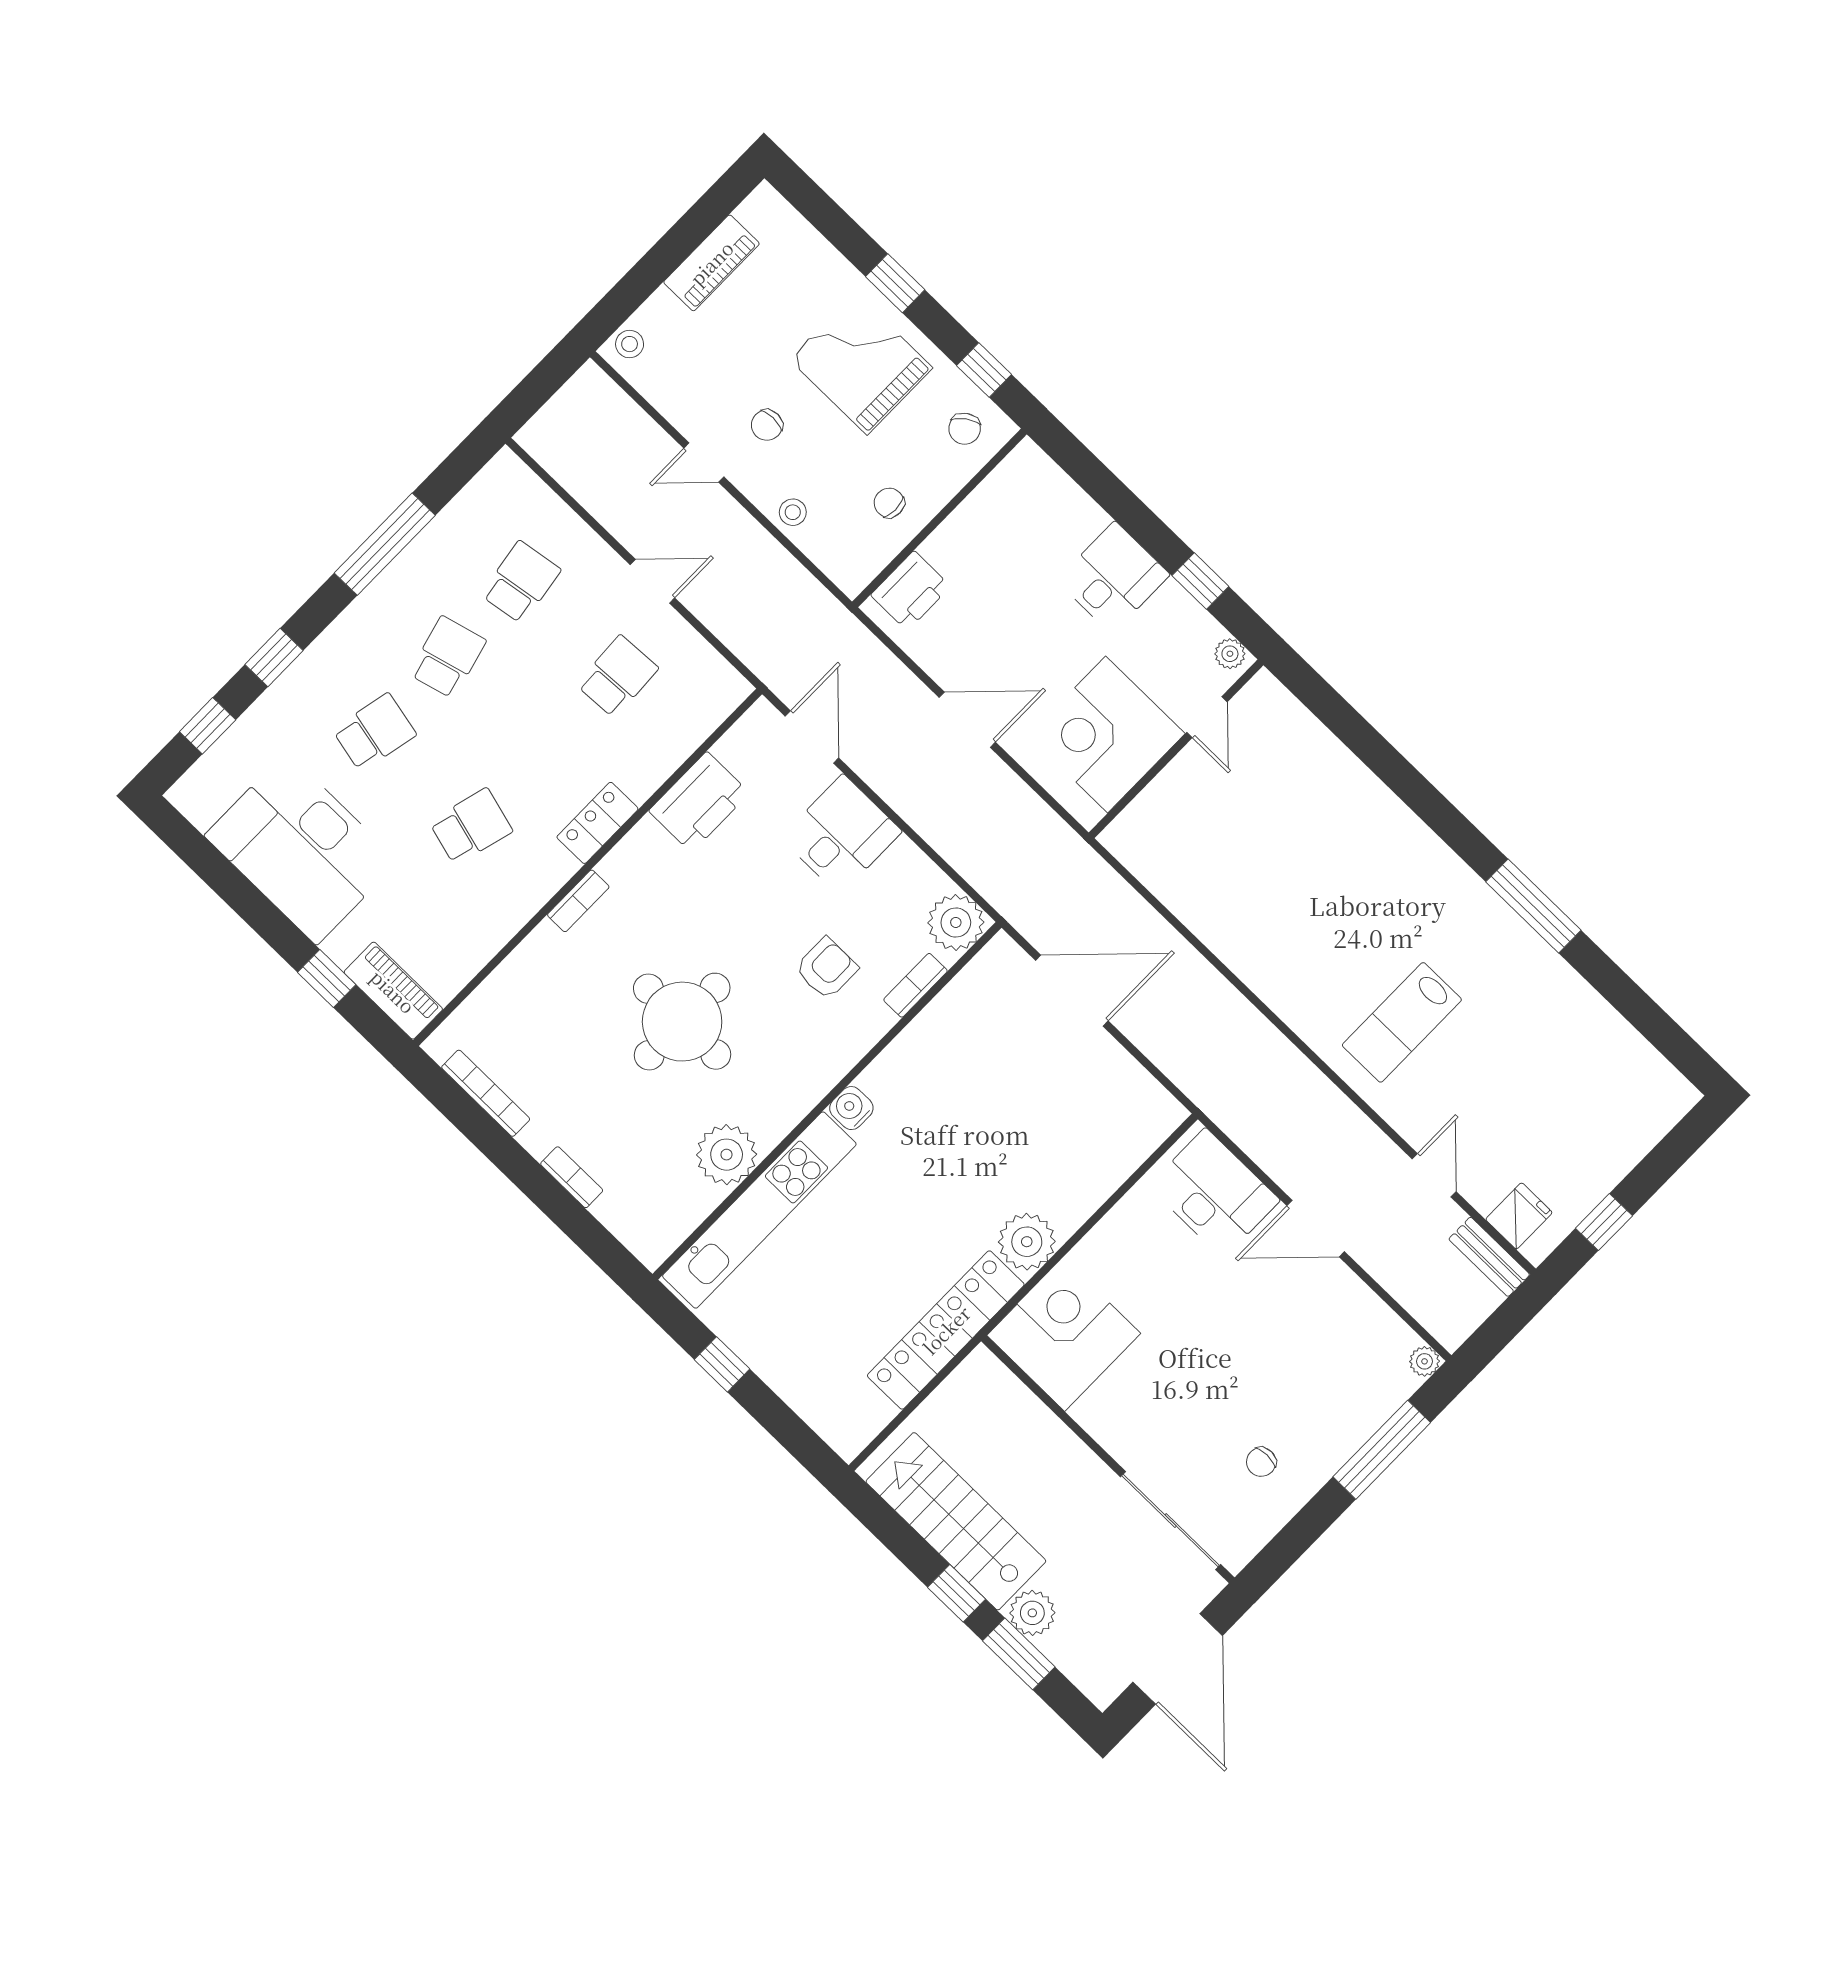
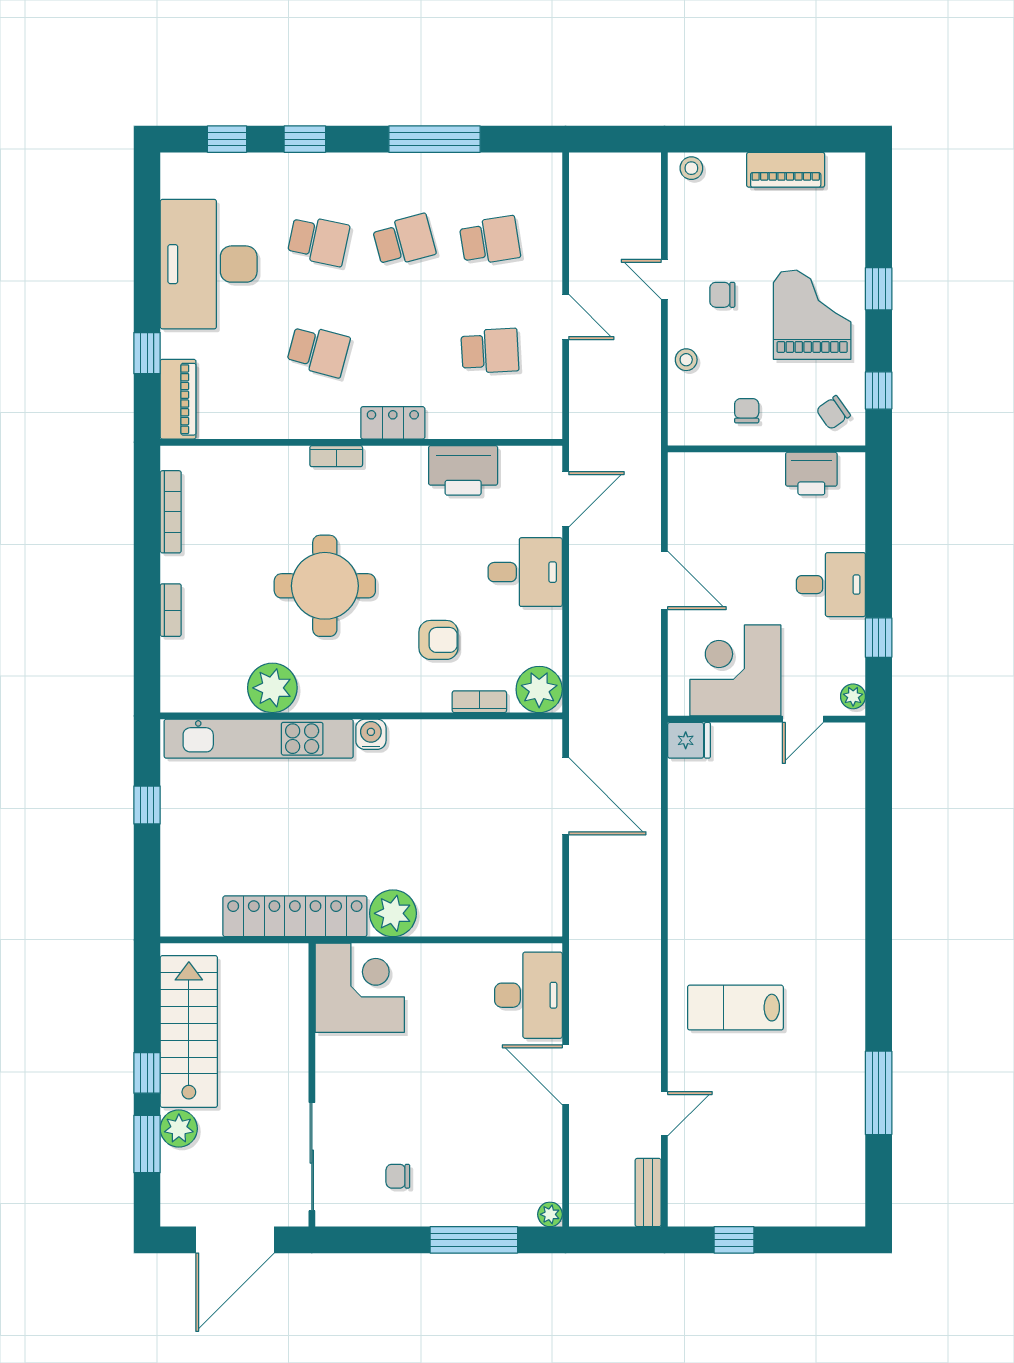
printer: (911, 591) -> (811, 473), moved
window: (1533, 906) -> (879, 1093), moved
fridge: (1519, 1216) -> (689, 740), moved

